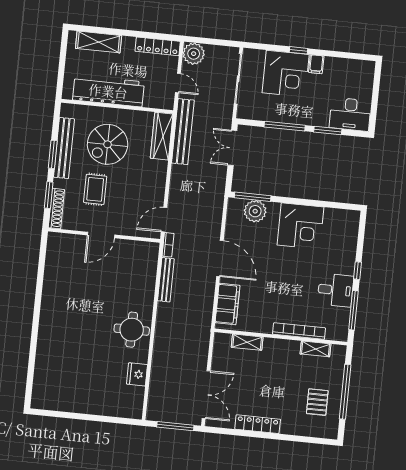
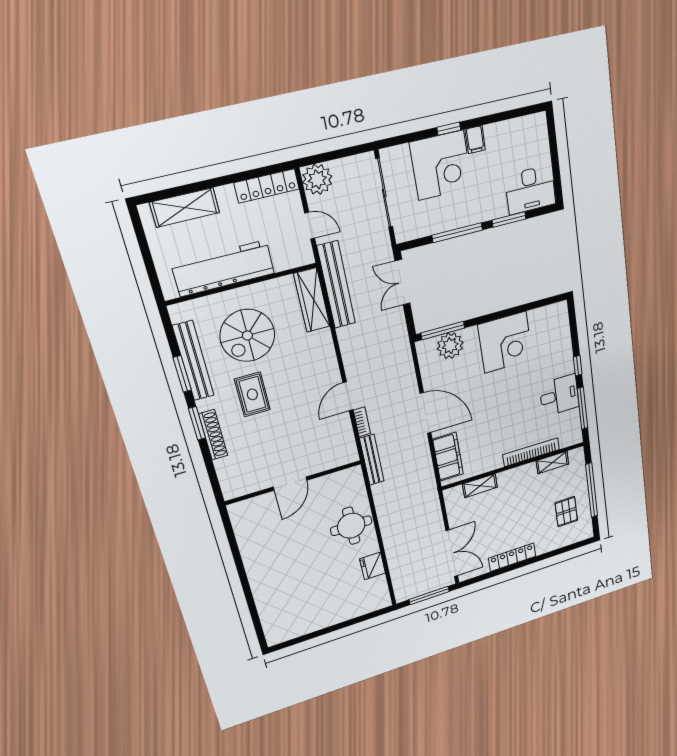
door: (101, 235) -> (290, 484), moved
wall: (104, 235) -> (294, 483), moved

